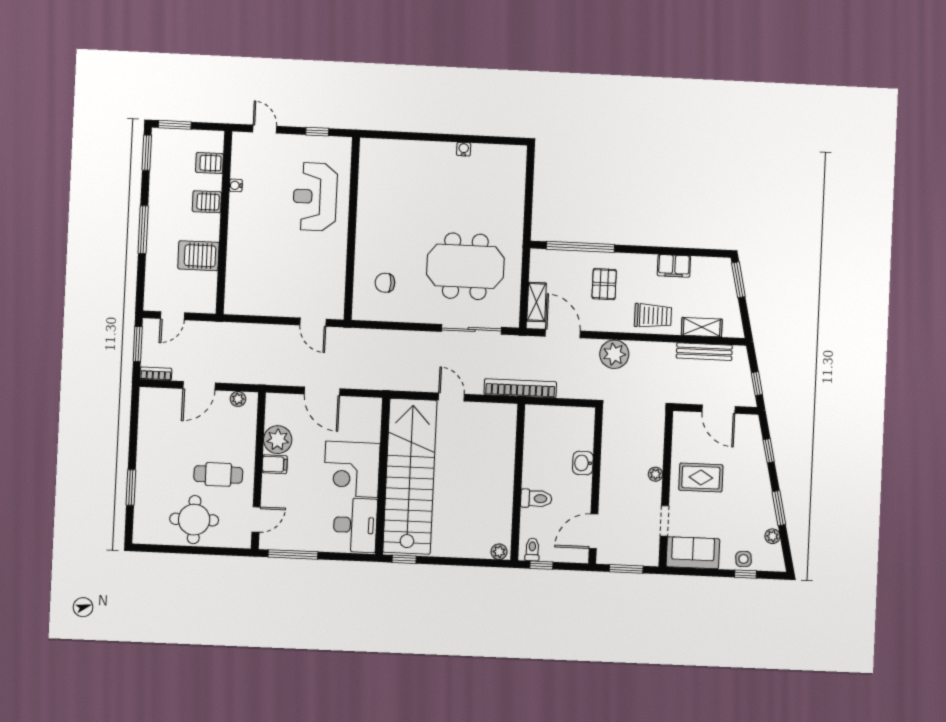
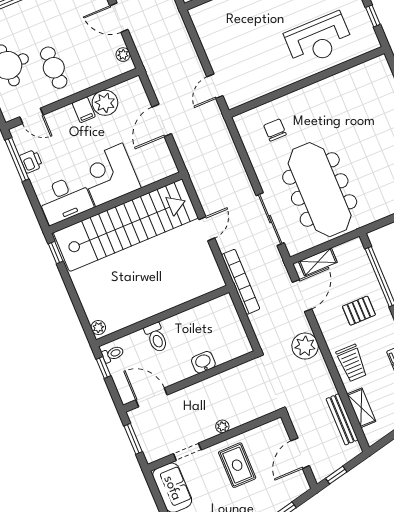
reception desk: (315, 197) -> (319, 39), turned 180
meeting table: (465, 266) -> (320, 190), width x1.36
printer: (301, 541) -> (31, 161), added

